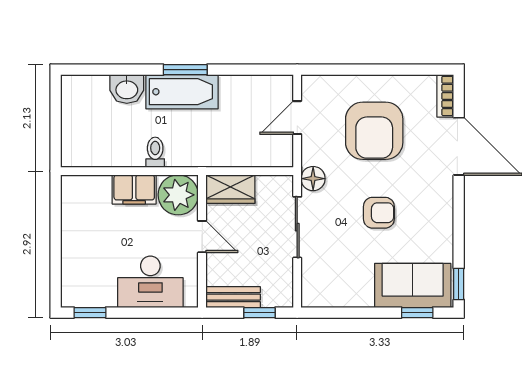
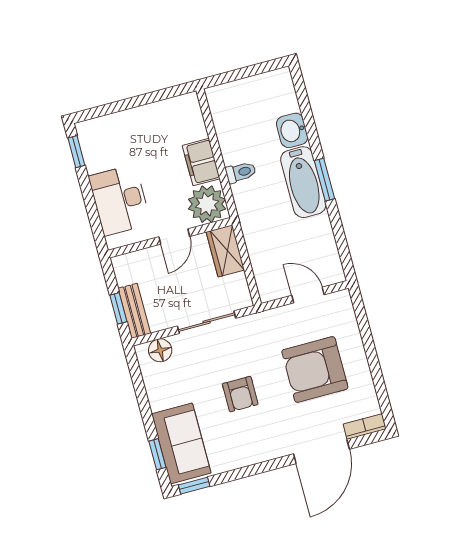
floor lamp: (313, 179) -> (160, 350), moved
bench: (233, 297) -> (134, 311), moved

